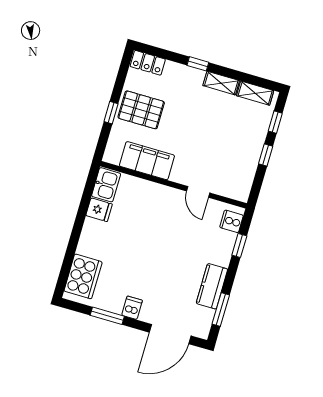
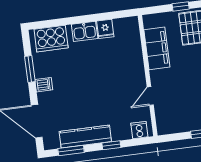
kitchen sink: (106, 185) -> (85, 31), moved
window: (239, 246) -> (111, 145), moved
kitchen counter: (212, 286) -> (85, 137), width x1.50

